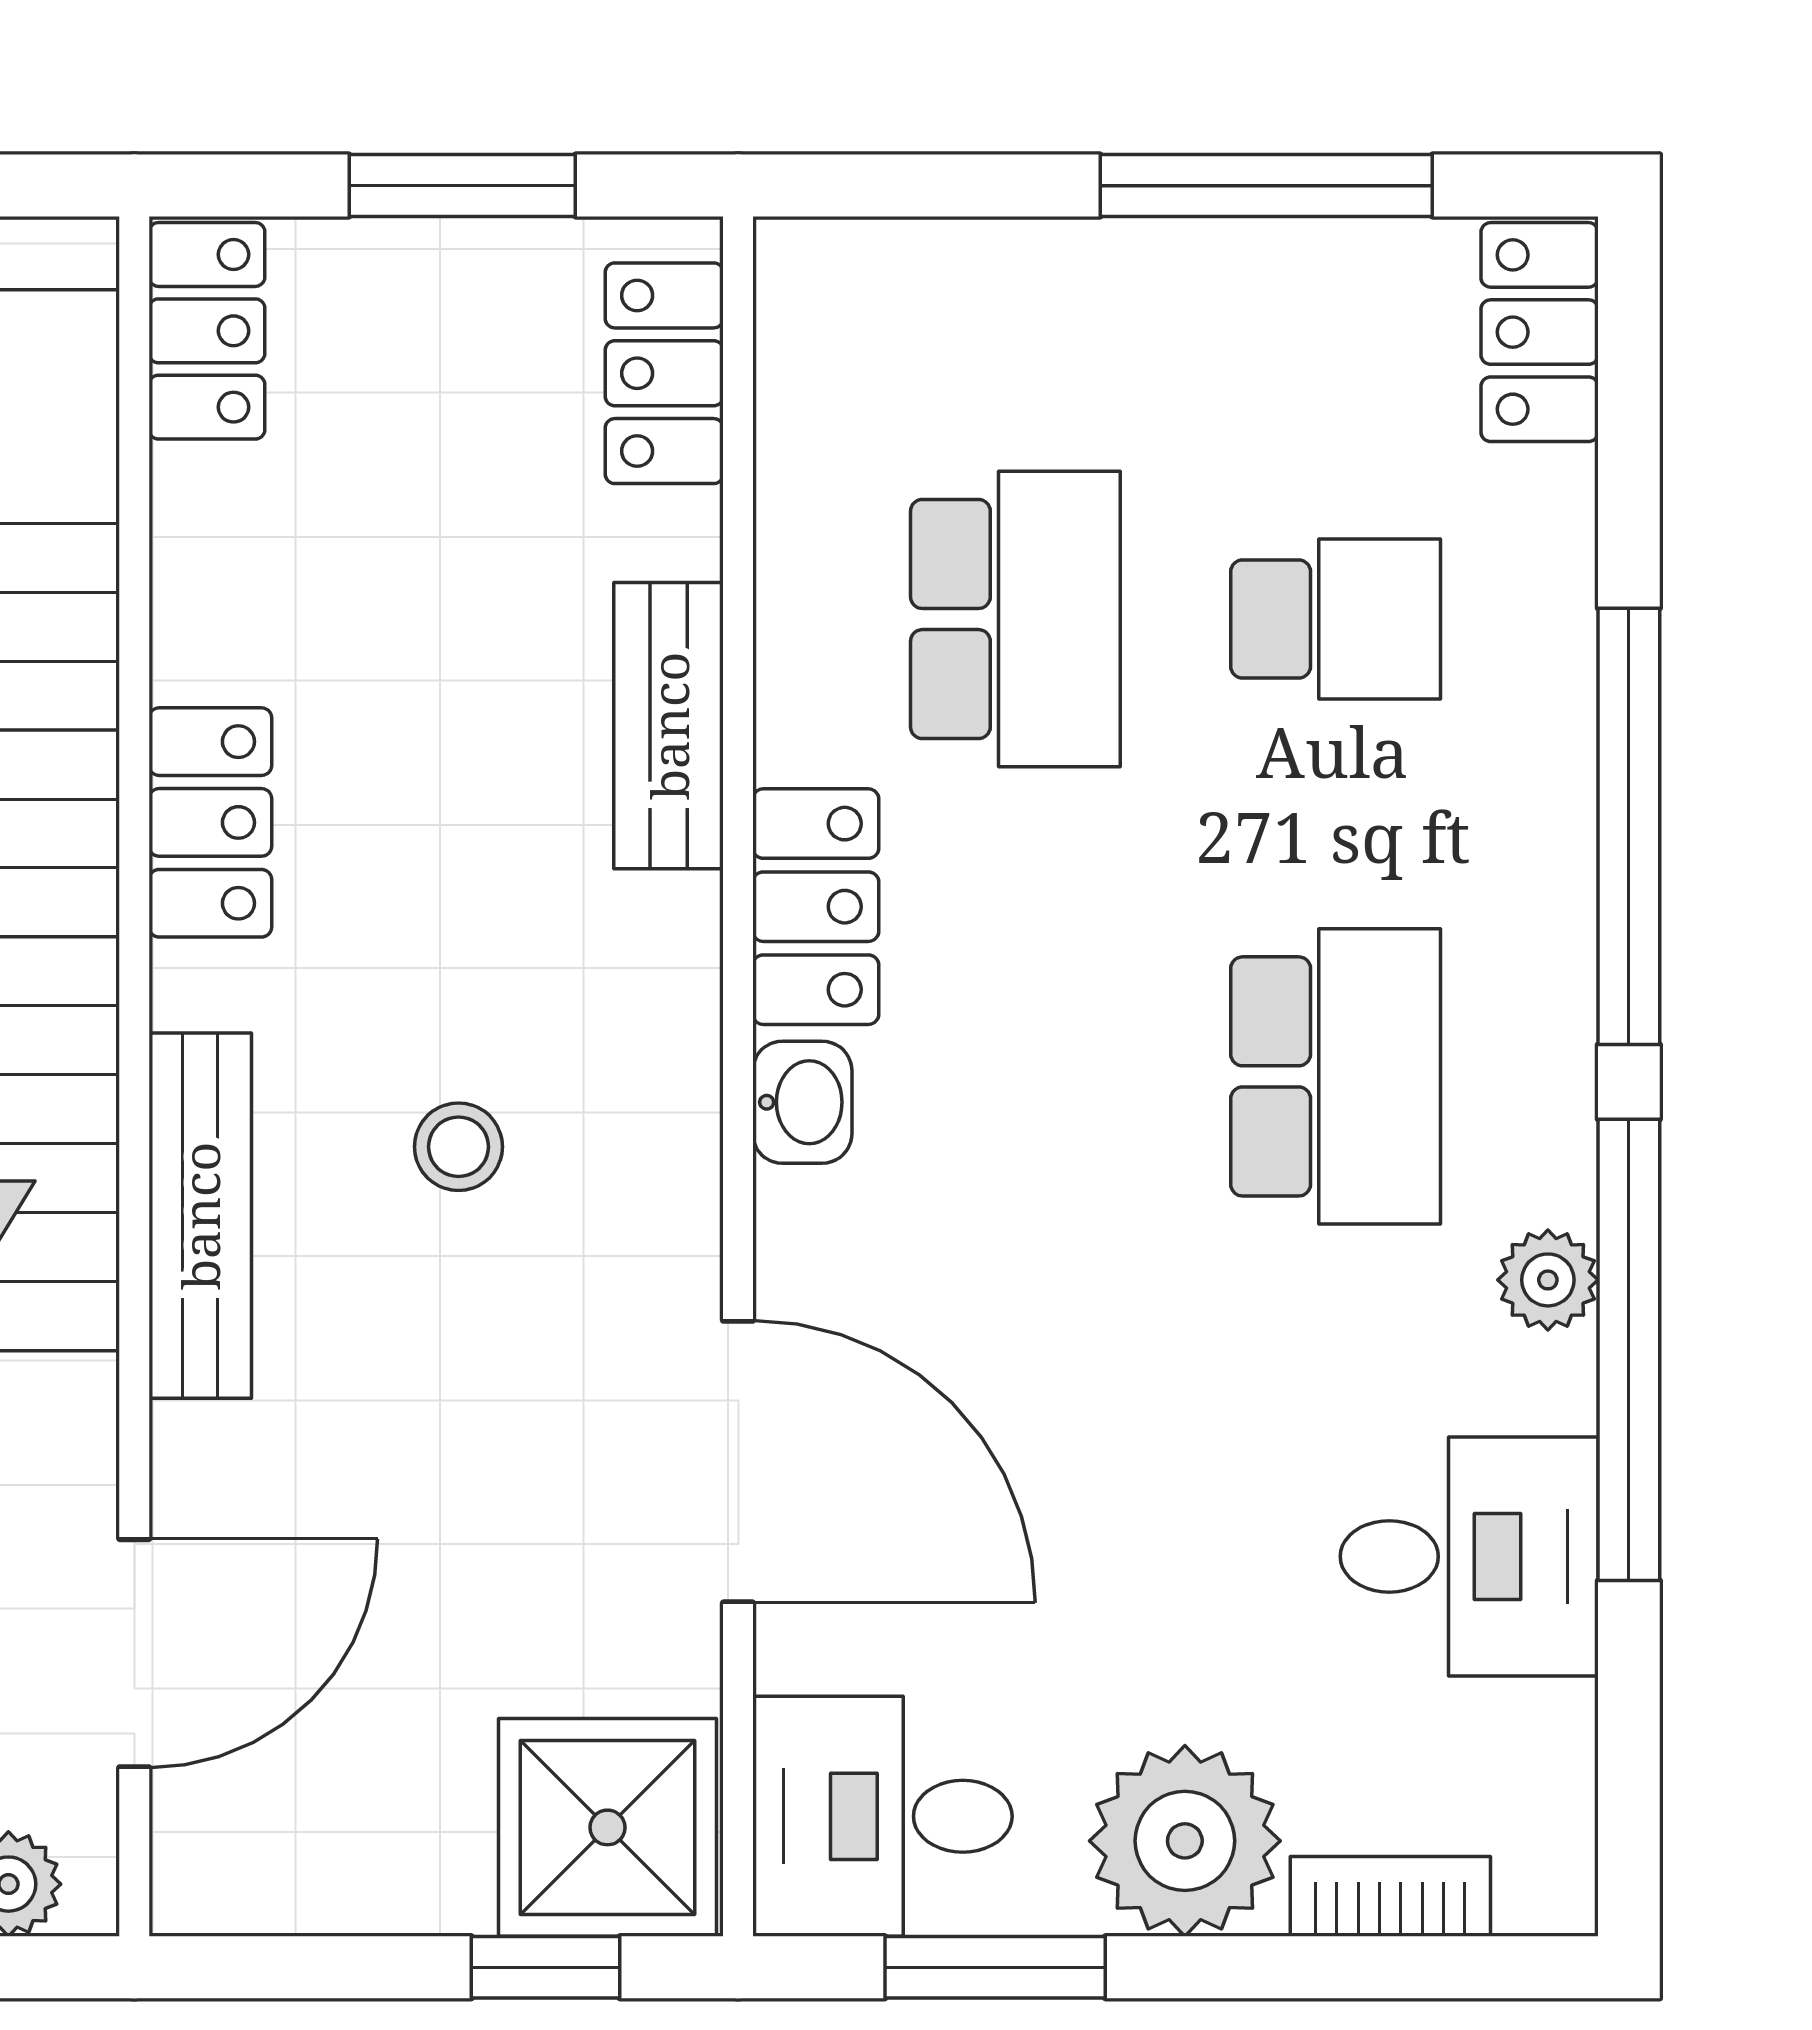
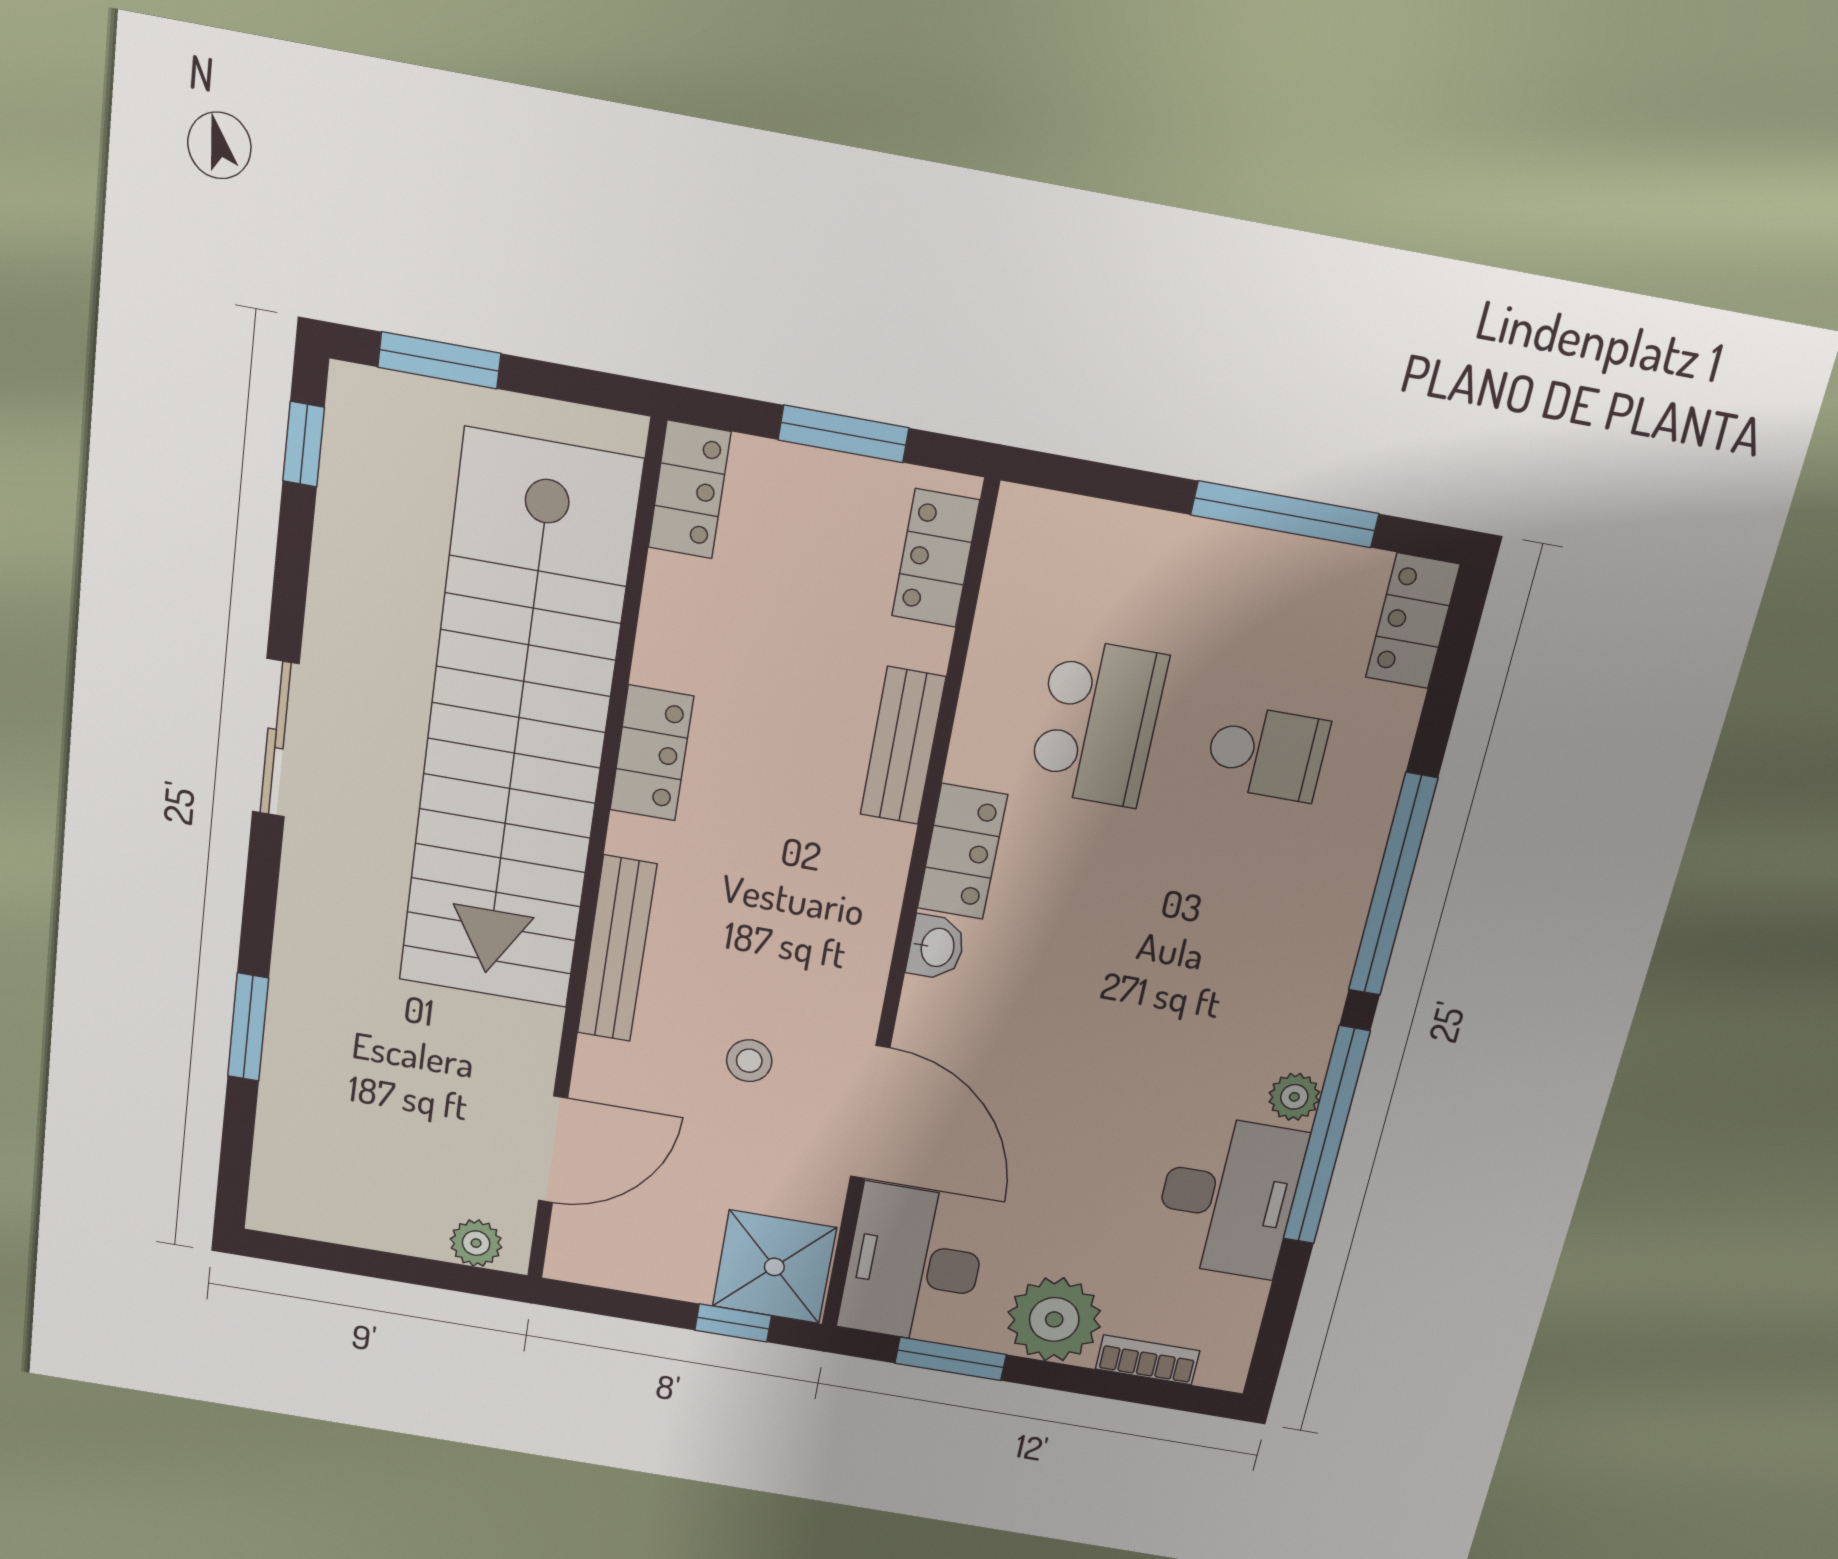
school desk: (1336, 1076) -> (1211, 982), removed
stool: (458, 1147) -> (749, 1061), moved
desk: (1469, 1556) -> (1228, 1197), width x1.37
desk: (882, 1816) -> (914, 1265), width x1.37

